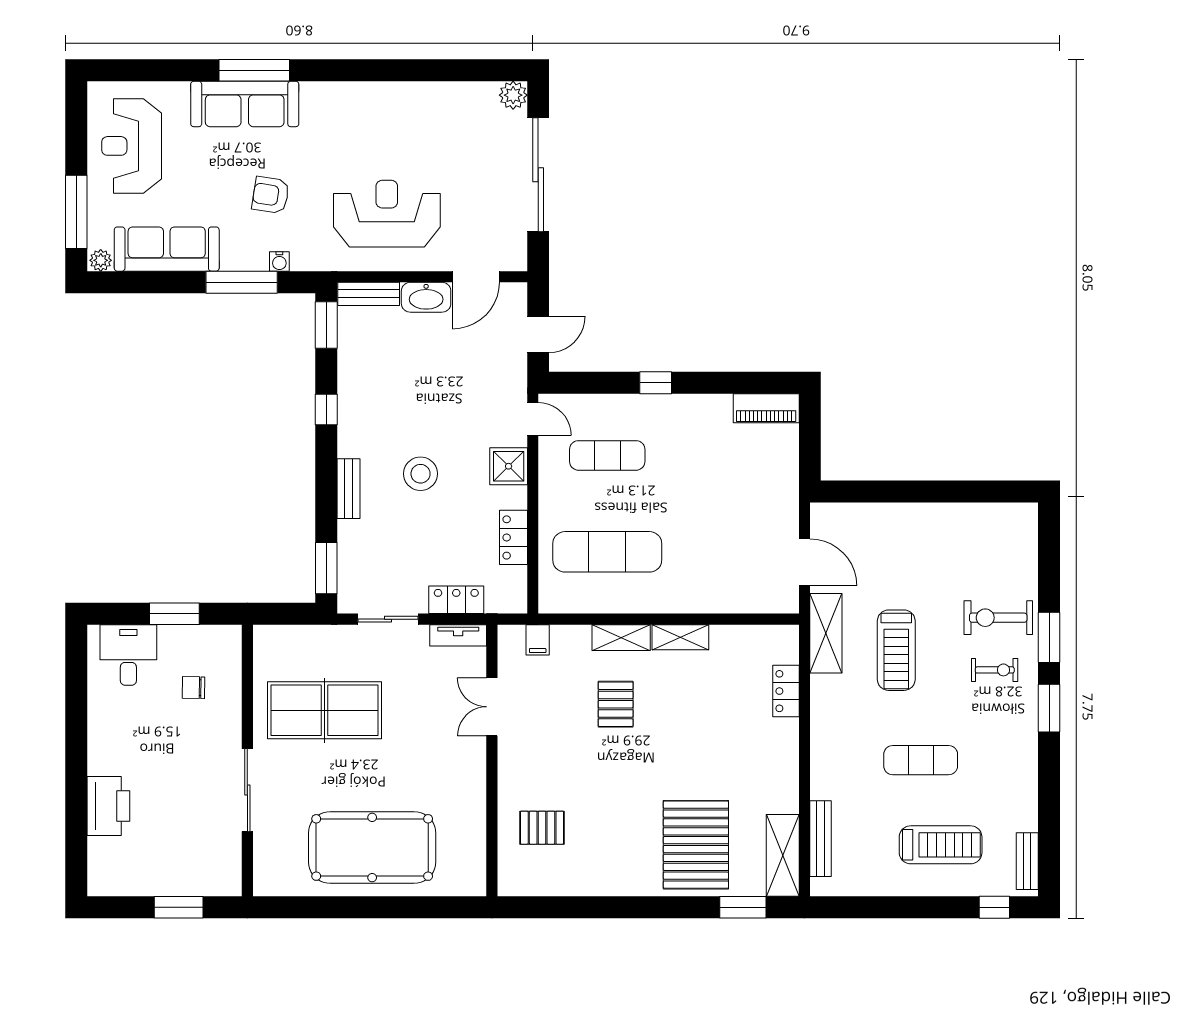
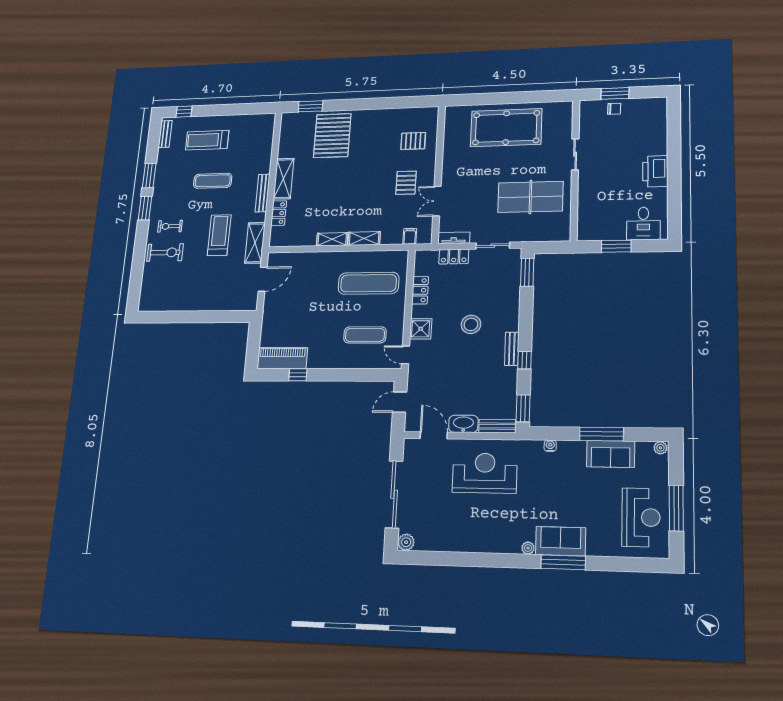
plant: (311, 92) -> (528, 548), added
sofa: (245, 104) -> (561, 541), width x0.73
armchair: (271, 195) -> (555, 485), removed
window: (76, 212) -> (676, 508), moved
reception desk: (387, 214) -> (485, 473), turned 180
sofa: (167, 249) -> (611, 454), width x0.73
door: (476, 277) -> (434, 435), hinge flipped
window: (242, 282) -> (601, 434), moved
window: (656, 383) -> (298, 375), moved
piano: (766, 408) -> (282, 358), width x1.37, depth x1.33
bench: (348, 489) -> (512, 349), moved
door: (804, 562) -> (263, 279), swing flipped
window: (1049, 637) -> (149, 176), moved
chair: (194, 688) -> (614, 109), moved
pallet: (616, 704) -> (406, 183), moved
double door: (492, 707) -> (437, 201), swing flipped
sliding door: (247, 790) -> (575, 154), width x0.73
printer: (108, 806) -> (655, 171), moved
bench: (821, 839) -> (263, 193), moved
shelving: (783, 855) -> (283, 179), moved

